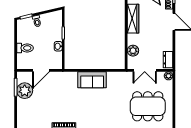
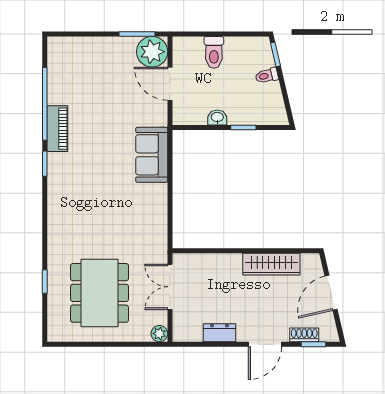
plant: (133, 51) -> (209, 264), removed
dresser: (168, 60) -> (219, 333), moved
sofa: (92, 80) -> (152, 155), moved
plant: (25, 91) -> (152, 52), moved

